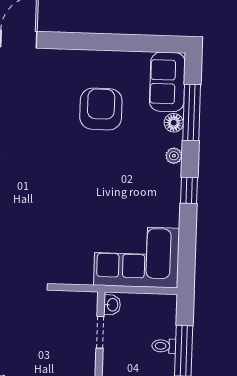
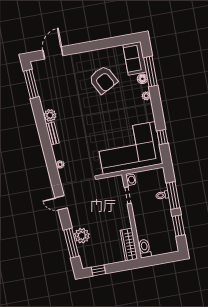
armchair: (101, 109) -> (103, 80), turned 152
window: (189, 190) -> (162, 137), moved
corner sofa: (137, 257) -> (129, 148), width x1.36, depth x1.36

